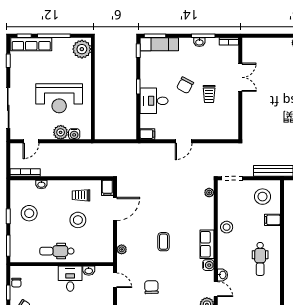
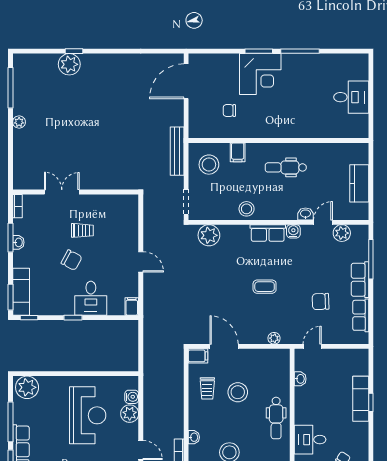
plant: (209, 193) -> (209, 235), width x1.88, depth x1.88
dental chair: (260, 259) -> (286, 167), turned 180
desk: (70, 279) -> (310, 440), moved

